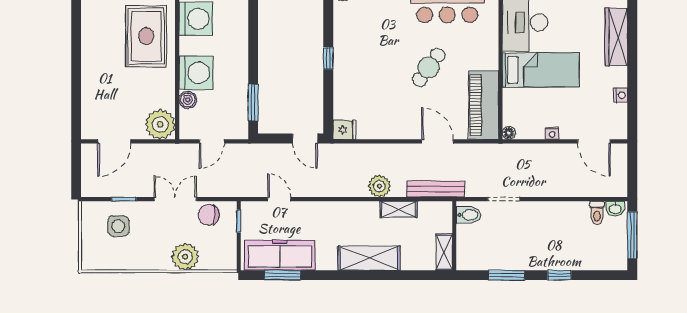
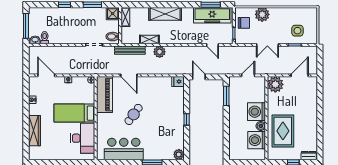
boiler: (188, 100) -> (261, 126), moved
chair: (209, 215) -> (244, 23), moved
shower: (468, 258) -> (113, 14), added

